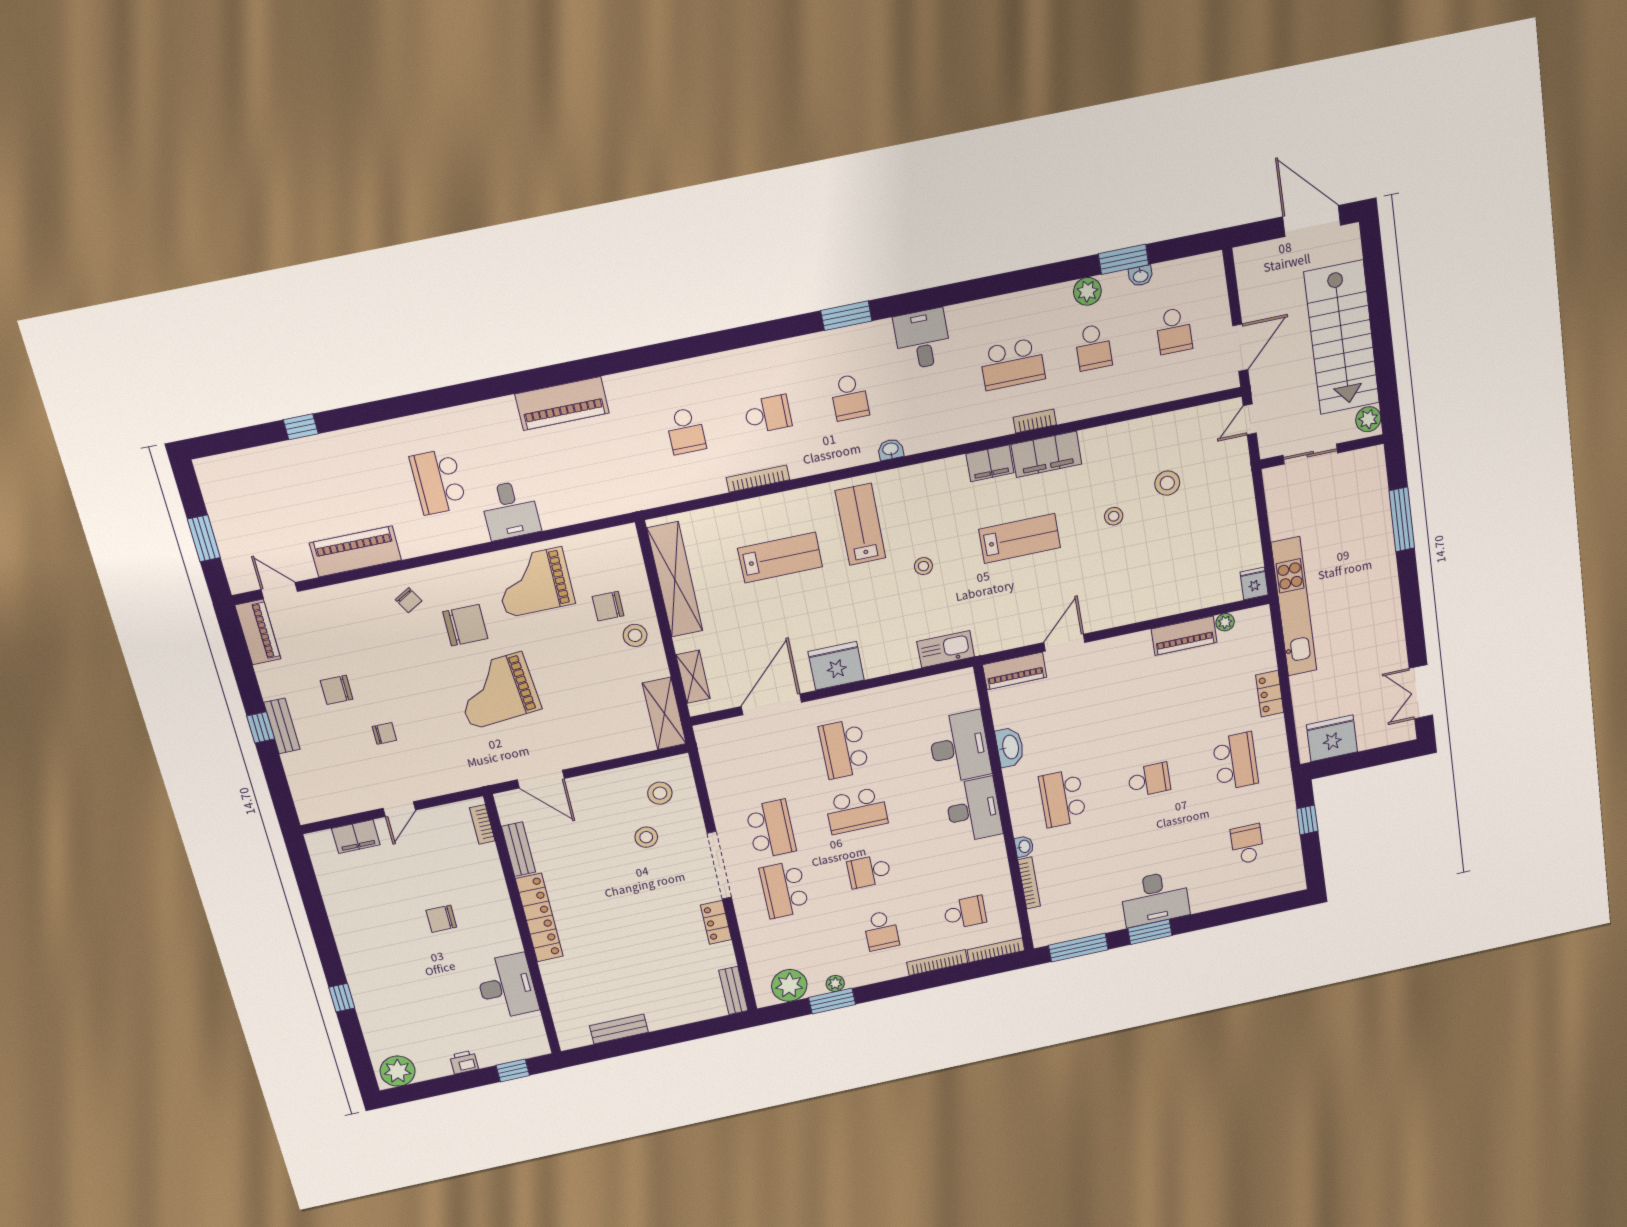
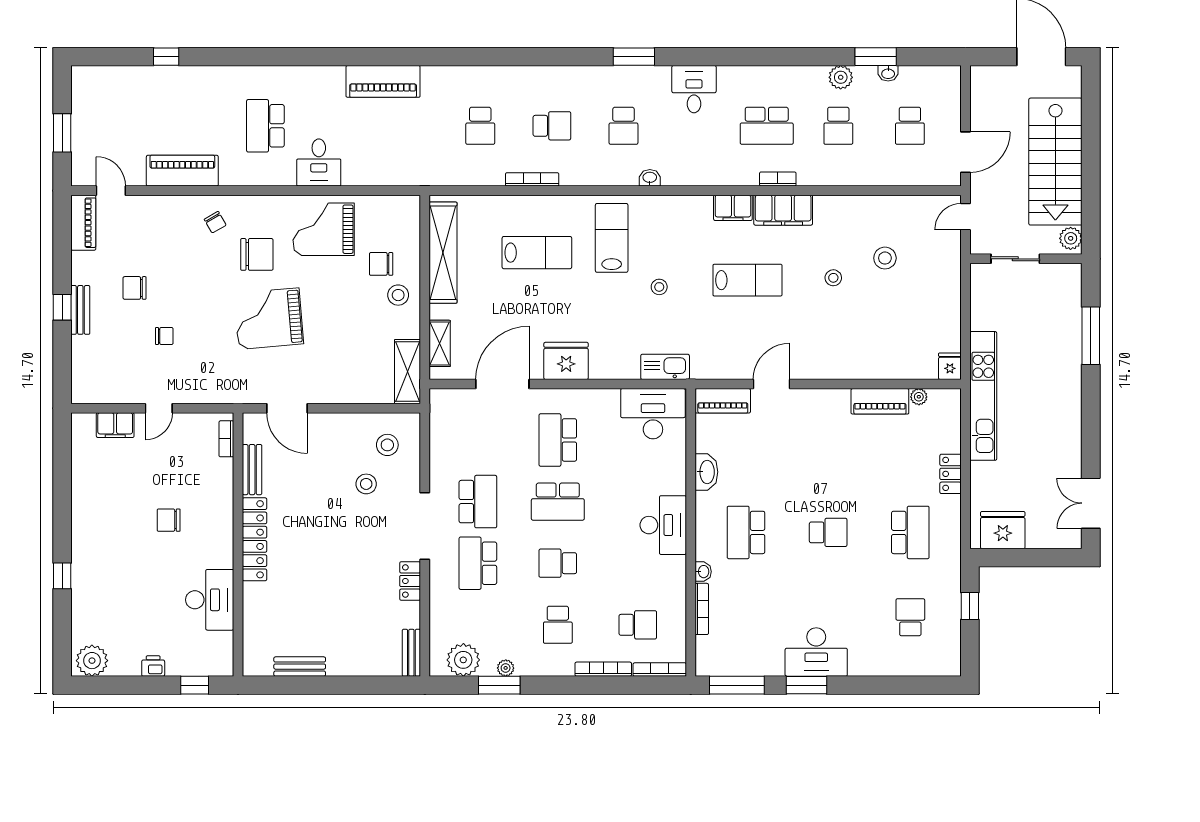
desk: (959, 747) -> (653, 414), moved, turned -90

